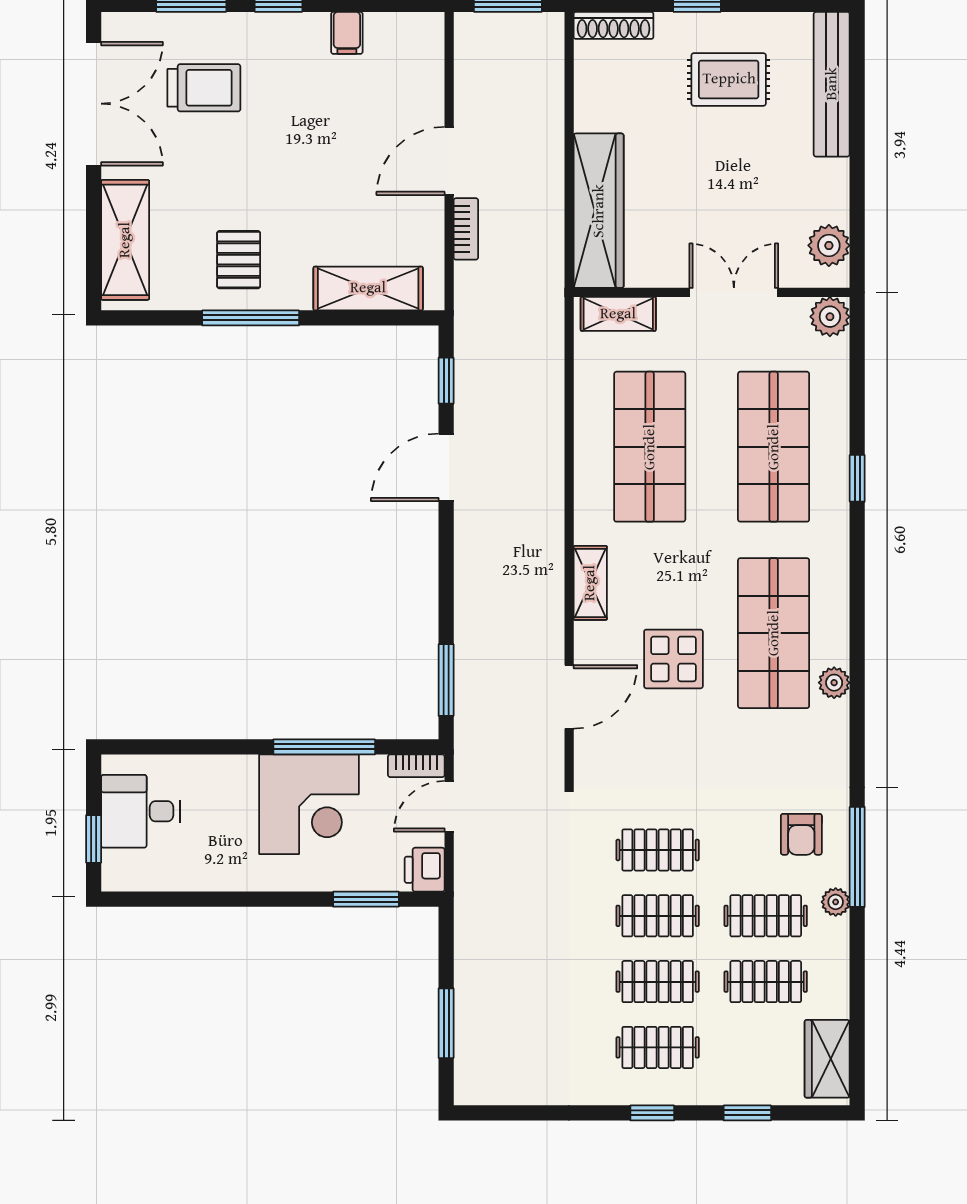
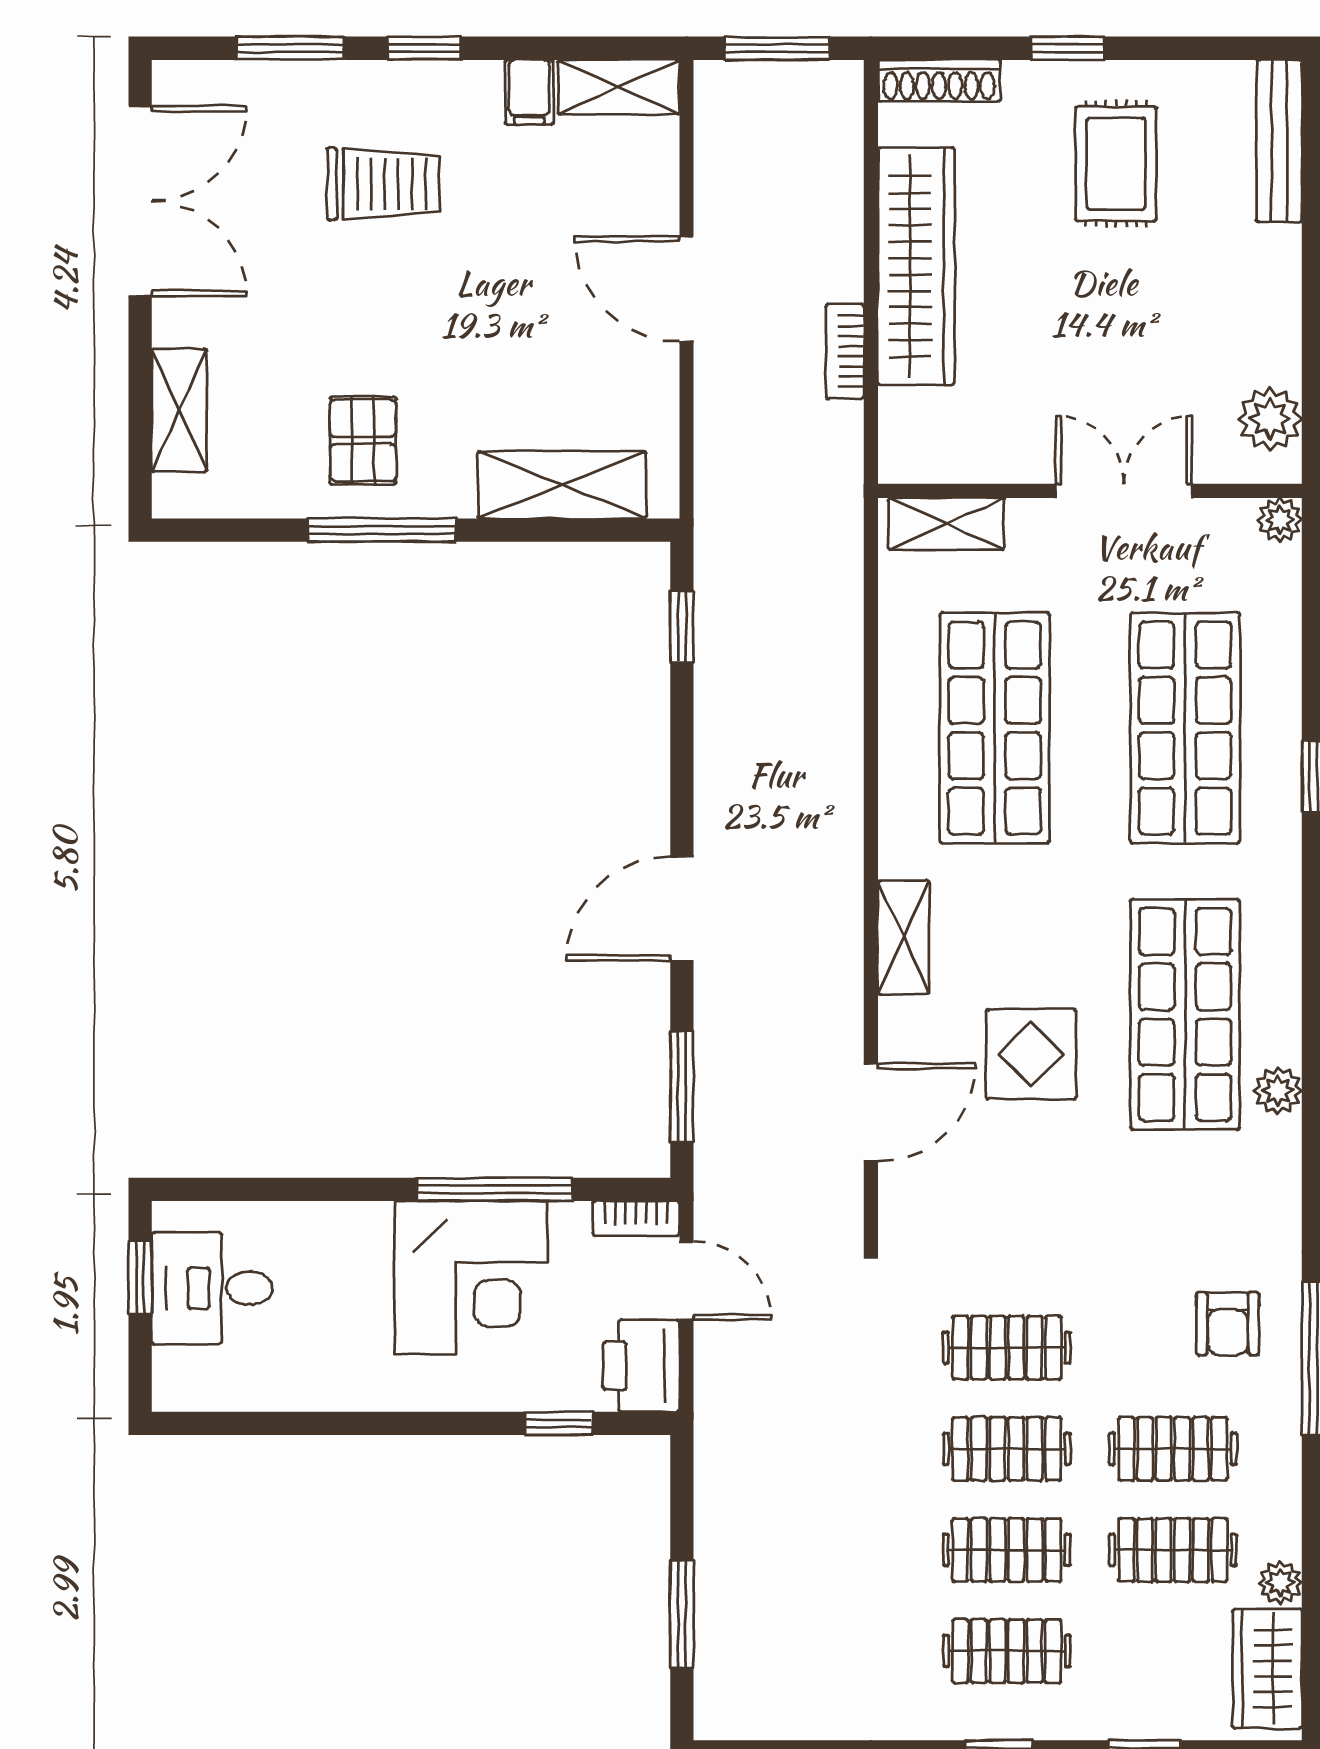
shelving: (405, 30) -> (619, 87), added
rug: (729, 79) -> (1116, 164), turned 90
bench: (832, 84) -> (1279, 141), width x0.73, depth x0.82
trolley: (204, 88) -> (384, 184), moved
door: (449, 161) -> (686, 289), hinge flipped
wardrobe: (599, 211) -> (916, 266), moved
bookcase: (466, 229) -> (845, 351), moved, turned 180
shelving: (125, 240) -> (179, 410), width x0.67, depth x0.75
plant: (830, 317) -> (1280, 520), width x0.73, depth x0.73
door: (446, 467) -> (682, 909), moved
door: (449, 806) -> (686, 1281), swing flipped
window: (94, 839) -> (140, 1277), moved
printer: (425, 870) -> (641, 1366), width x1.36, depth x1.24
window: (366, 899) -> (559, 1423), width x0.67
plant: (836, 902) -> (1280, 1583), moved

